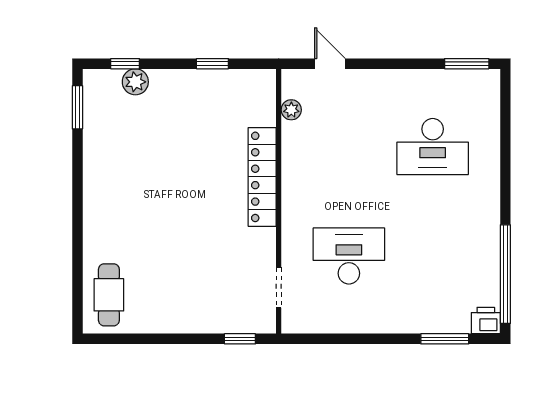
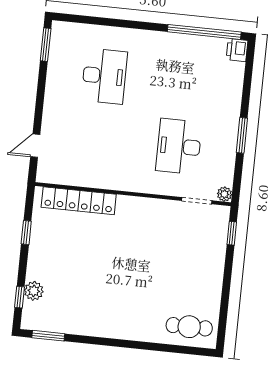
plant: (291, 110) -> (224, 194), moved
locker: (262, 177) -> (79, 201), moved
window: (445, 339) -> (242, 135), moved

